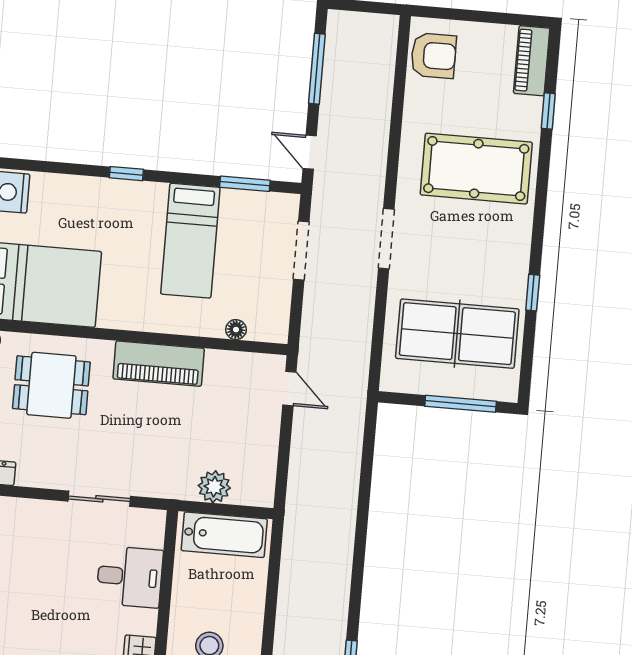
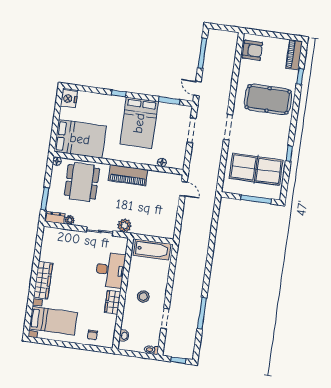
bed: (190, 241) -> (139, 123), width x1.50
dining table: (51, 385) -> (82, 182), width x1.38
plant: (28, 476) -> (70, 220), added
plant: (214, 487) -> (124, 225), moved
desk: (130, 577) -> (110, 270), width x1.37

